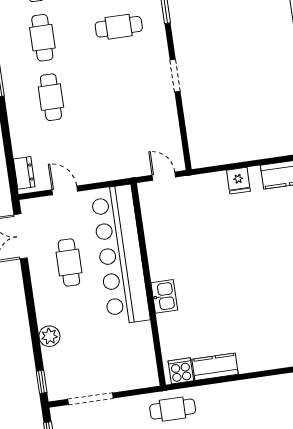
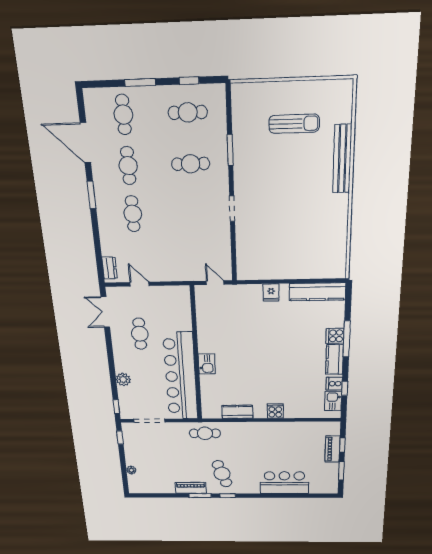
bar counter: (120, 255) -> (181, 376), moved
cooker: (181, 371) -> (275, 411), moved

